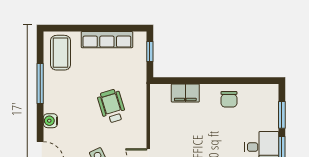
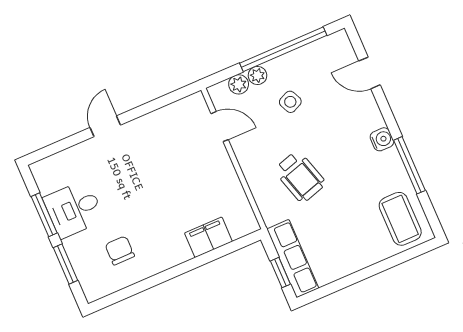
row of seats: (107, 40) -> (293, 259), moved, turned 90
chair: (229, 99) -> (120, 250), moved
water cooler: (50, 121) -> (382, 139), moved

